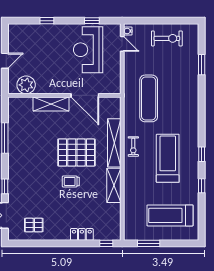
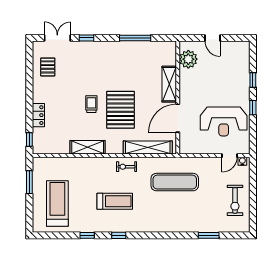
window: (92, 21) -> (253, 108), moved
reception desk: (88, 50) -> (224, 121), turned 180
shelving: (114, 143) -> (148, 148), moved
treadmill: (168, 158) -> (115, 201), width x0.73, depth x0.73

